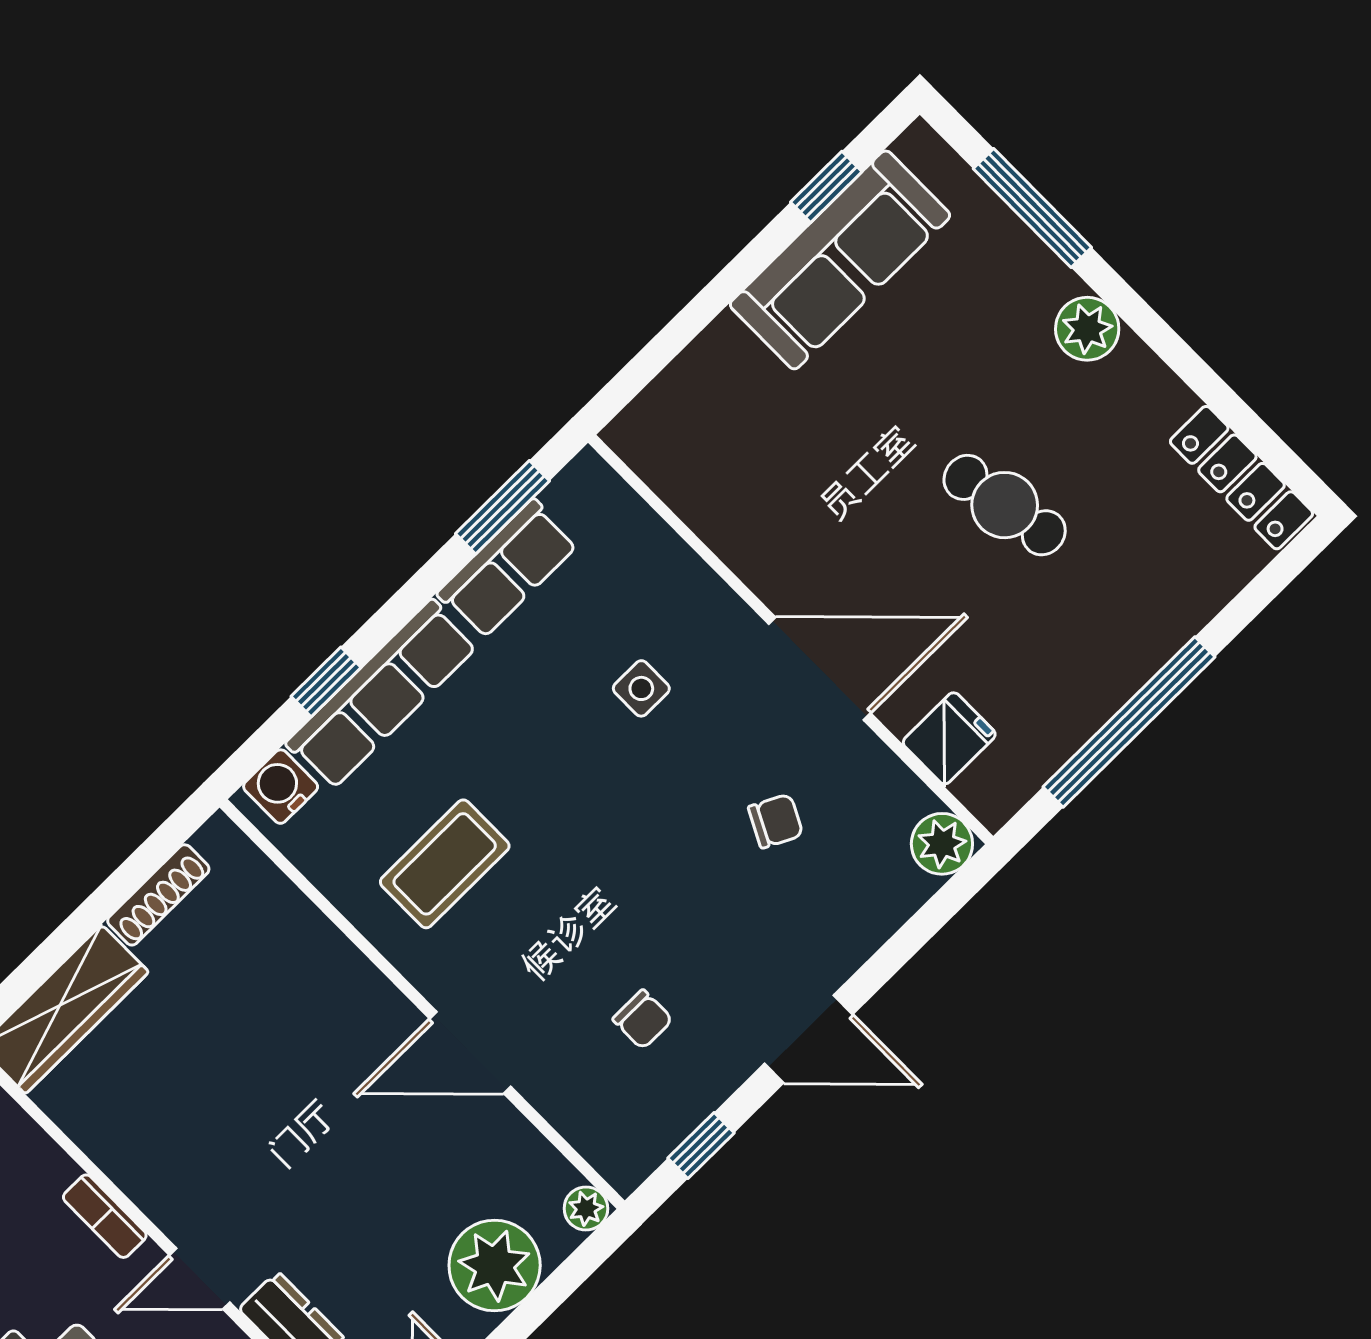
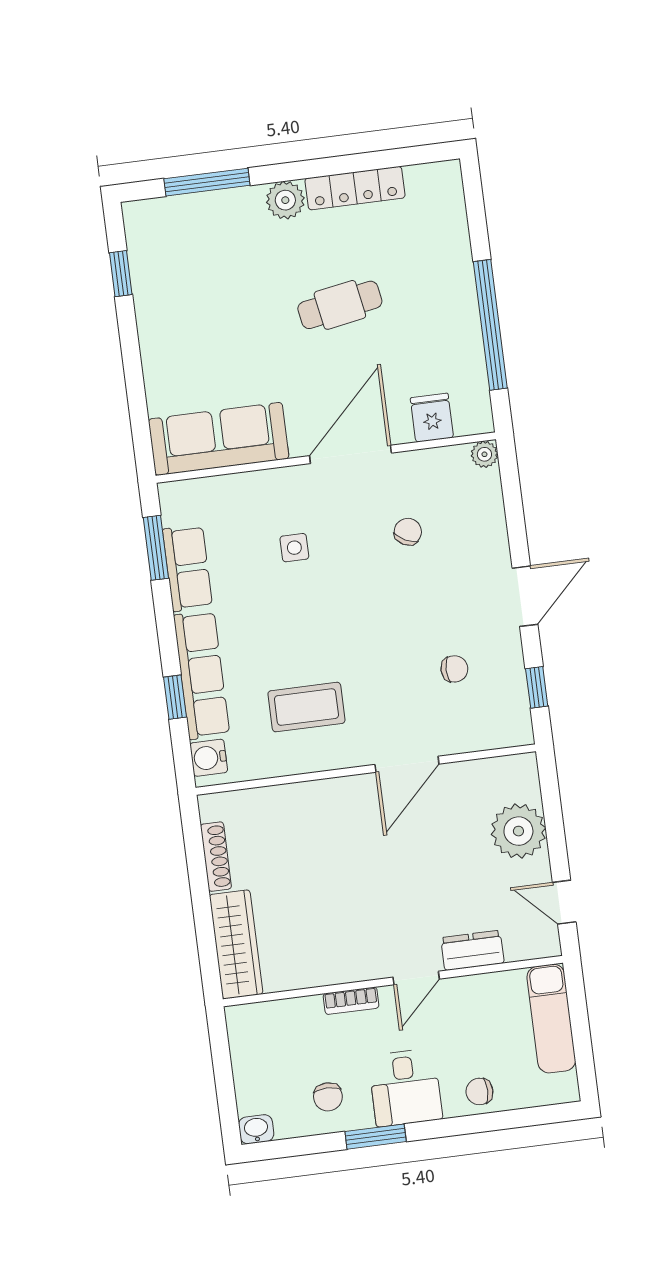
sofa: (840, 260) -> (219, 439), moved, turned -90
locker: (1241, 478) -> (355, 188), moved
plant: (942, 844) -> (484, 454), width x0.73, depth x0.73
coffee table: (445, 864) -> (306, 707), turned 90
plant: (586, 1209) -> (525, 766), removed

